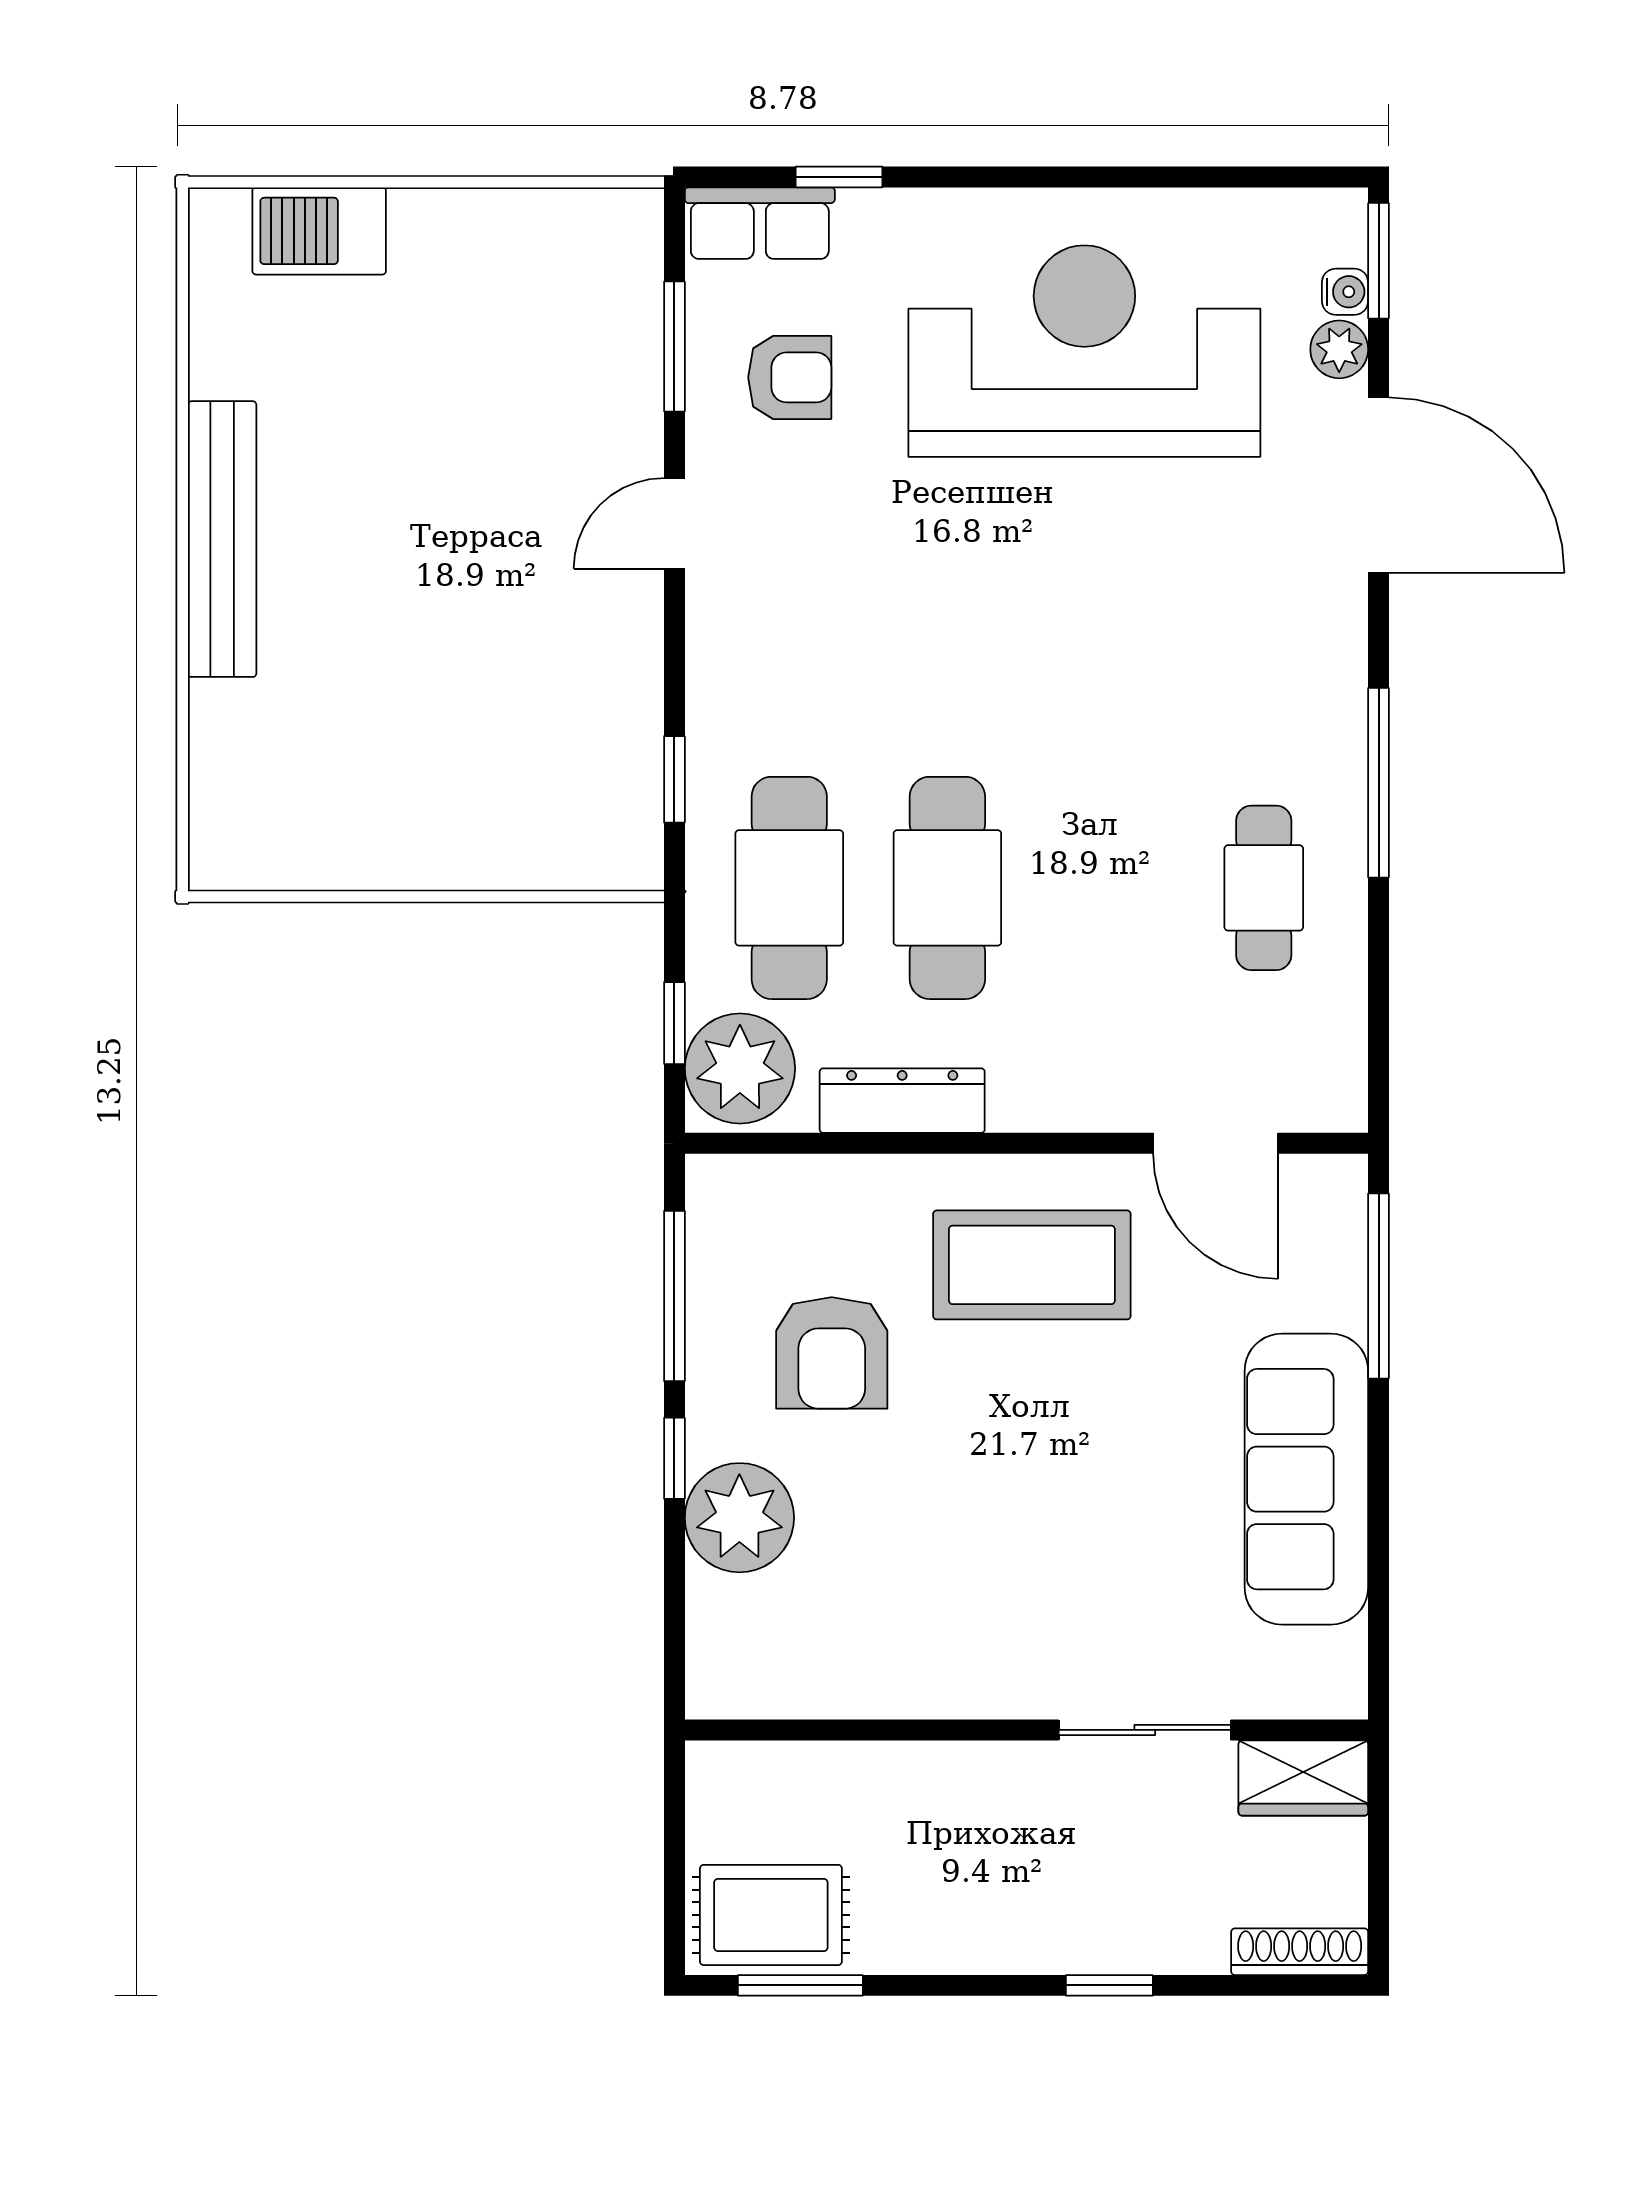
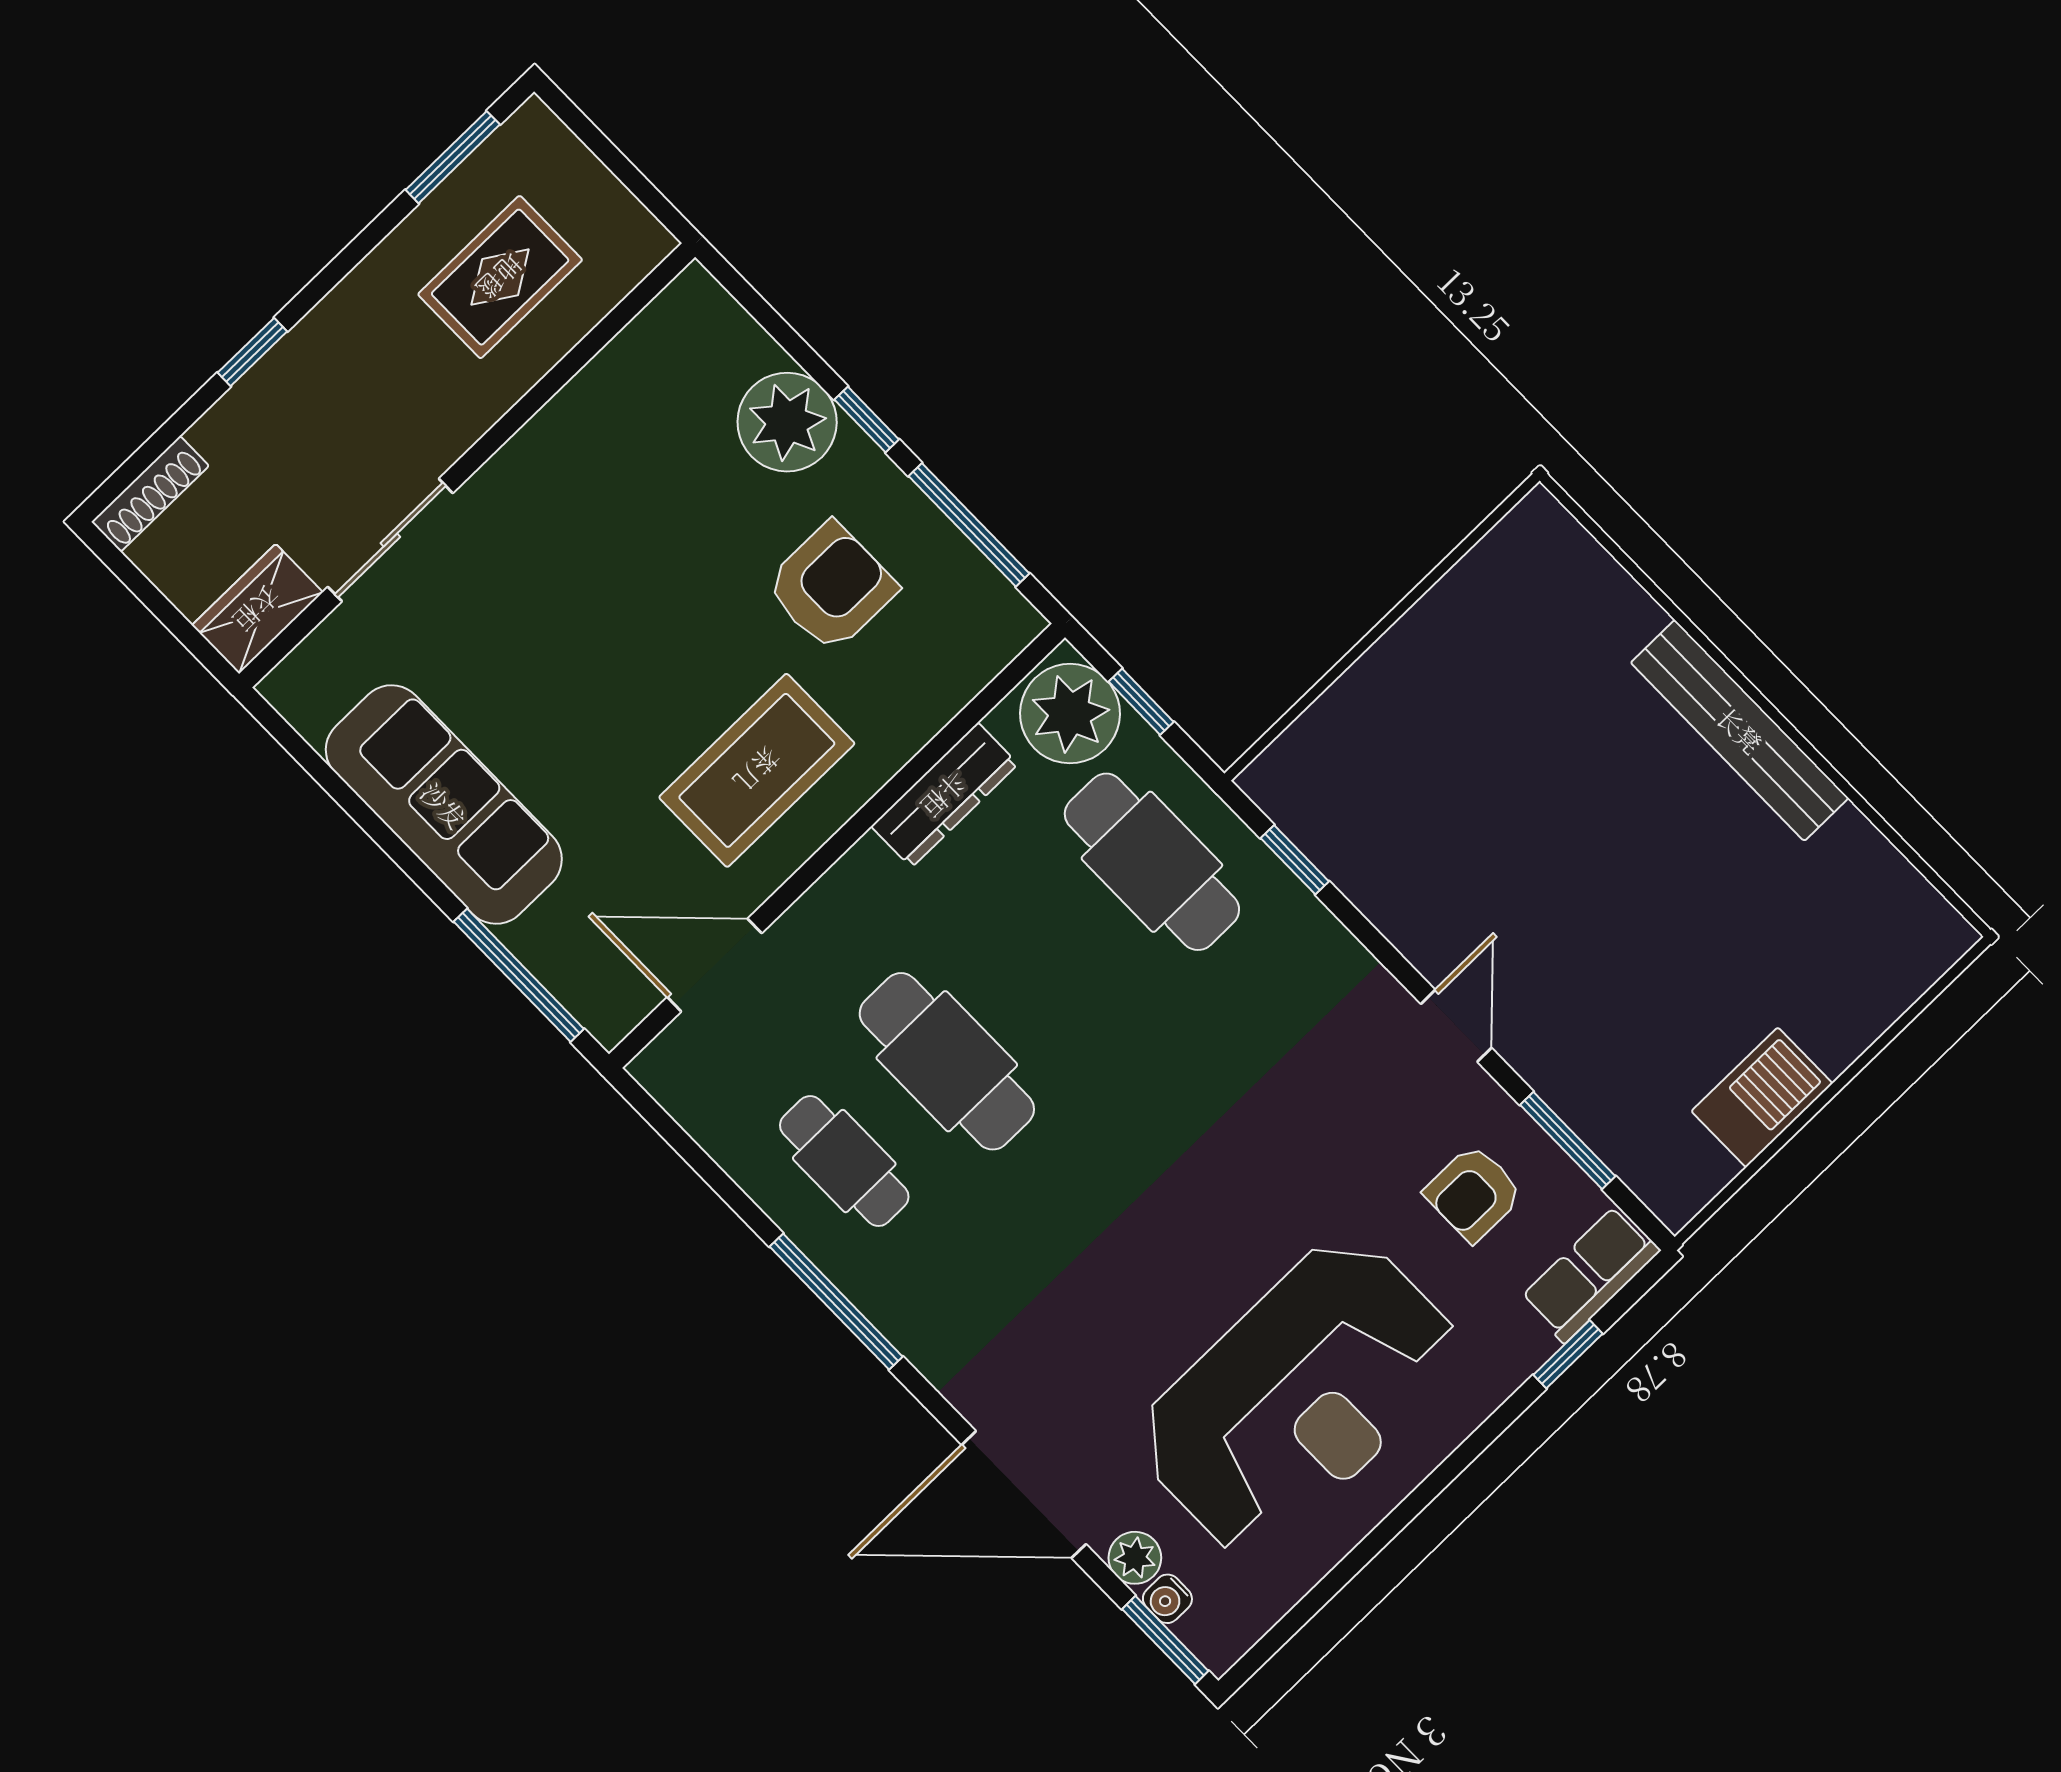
barbecue: (319, 231) -> (1762, 1097), moved
cafe table: (947, 888) -> (947, 1061), moved
armchair: (832, 1353) -> (831, 587), turned 90
rug: (771, 1915) -> (500, 277), moved

